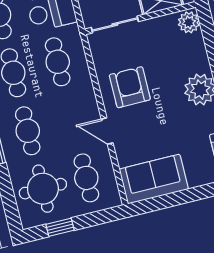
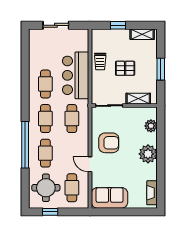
plant: (189, 22) -> (151, 126), moved
armchair: (130, 87) -> (109, 143), turned 90

